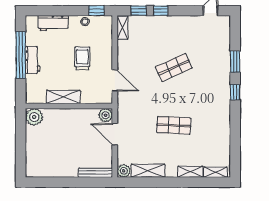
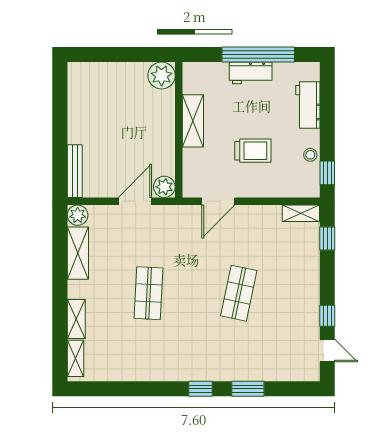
window: (161, 11) -> (327, 316), moved
shop shelf: (174, 67) -> (239, 293), turned 36

